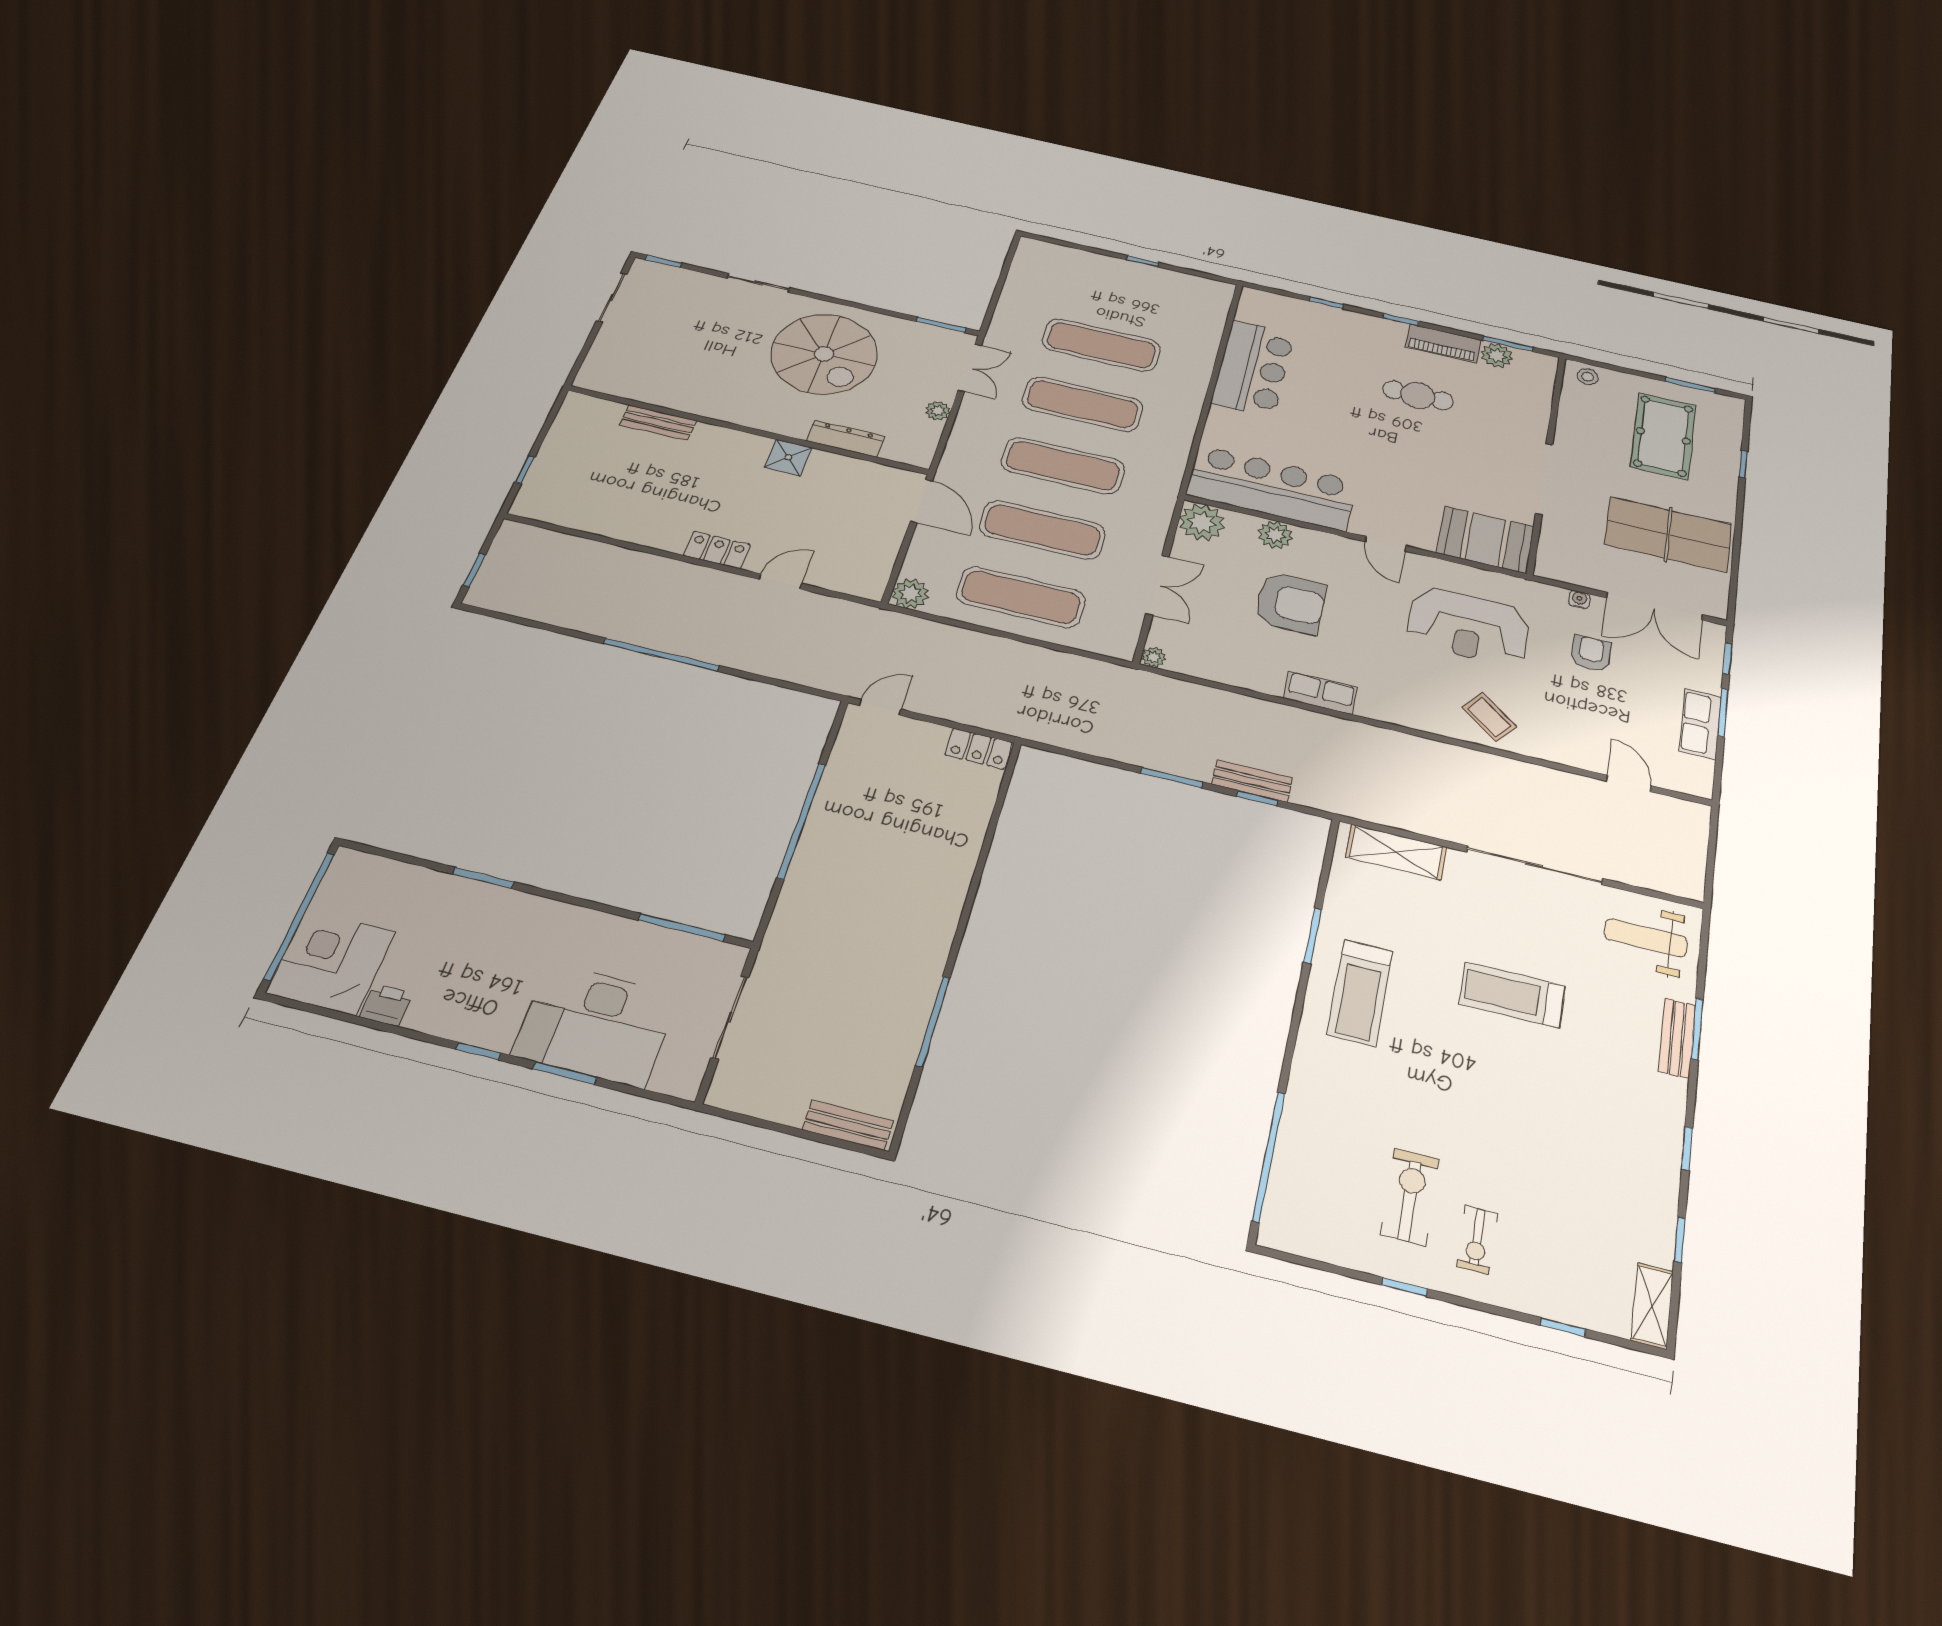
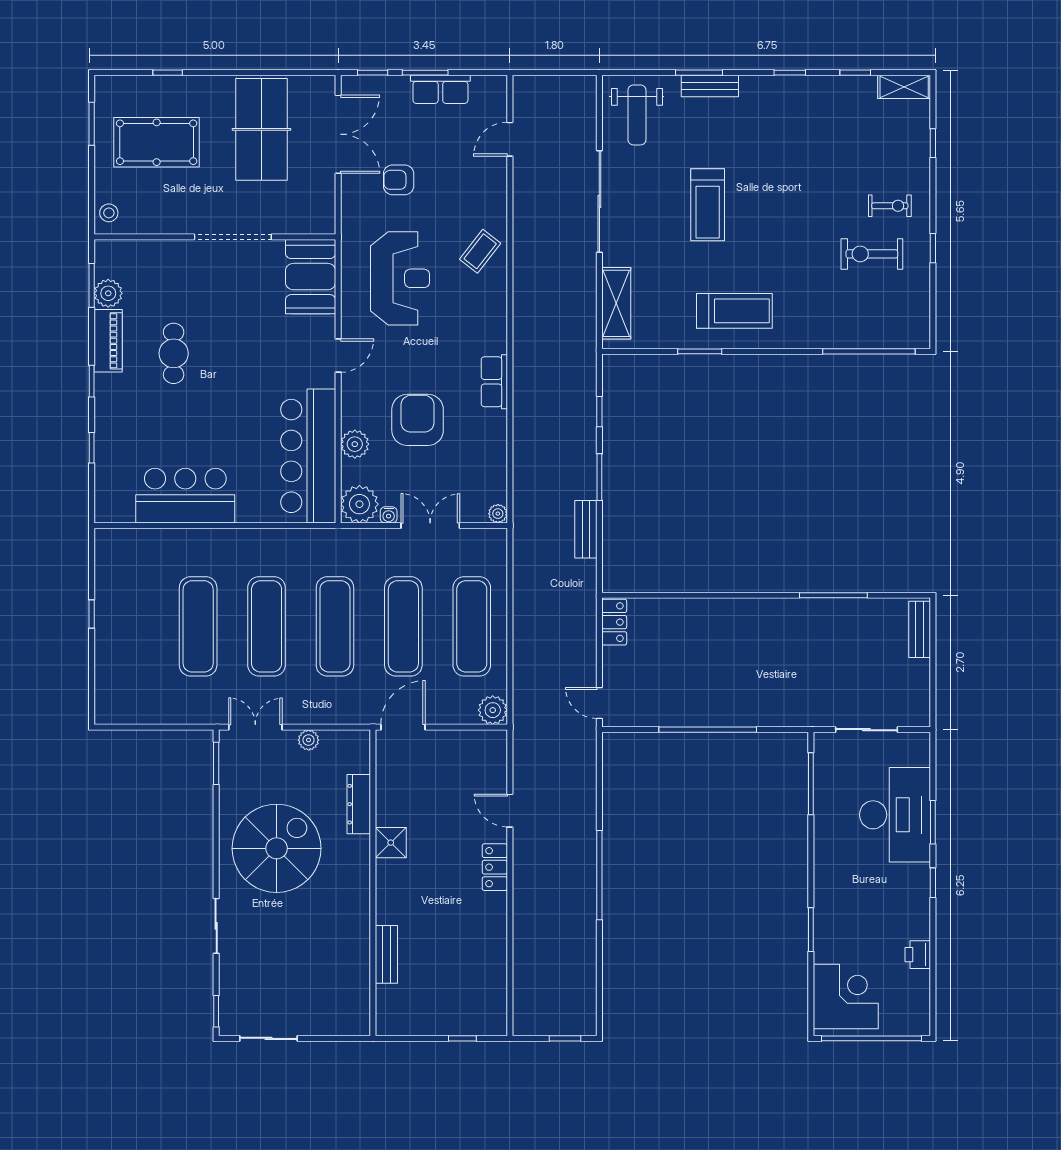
water cooler: (1579, 600) -> (389, 515), moved, turned -90
bench: (1252, 781) -> (586, 529), moved
corner desk: (331, 962) -> (846, 997), moved, turned 180

